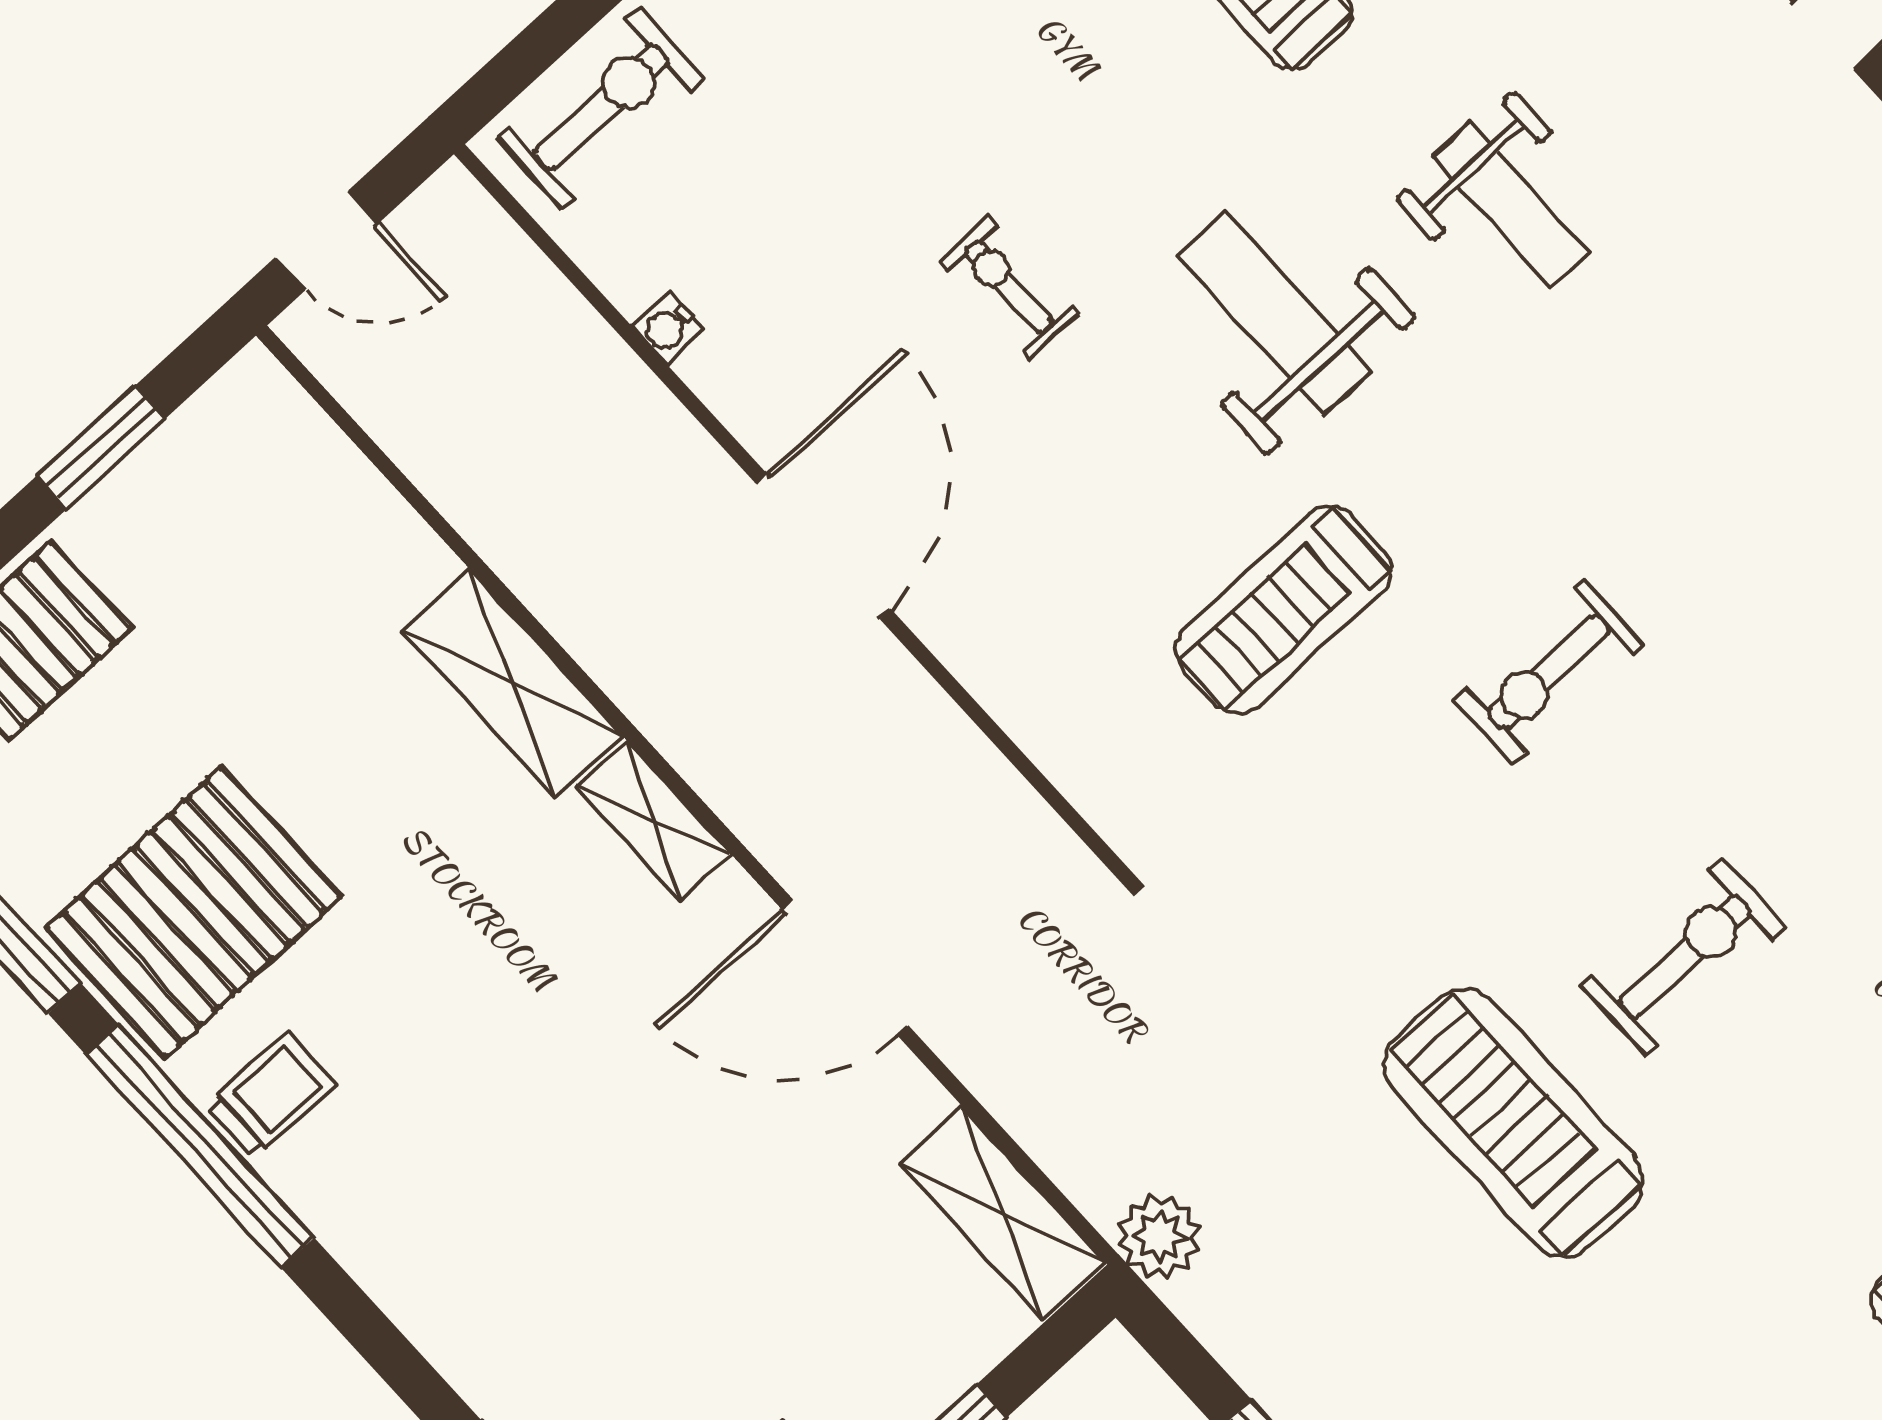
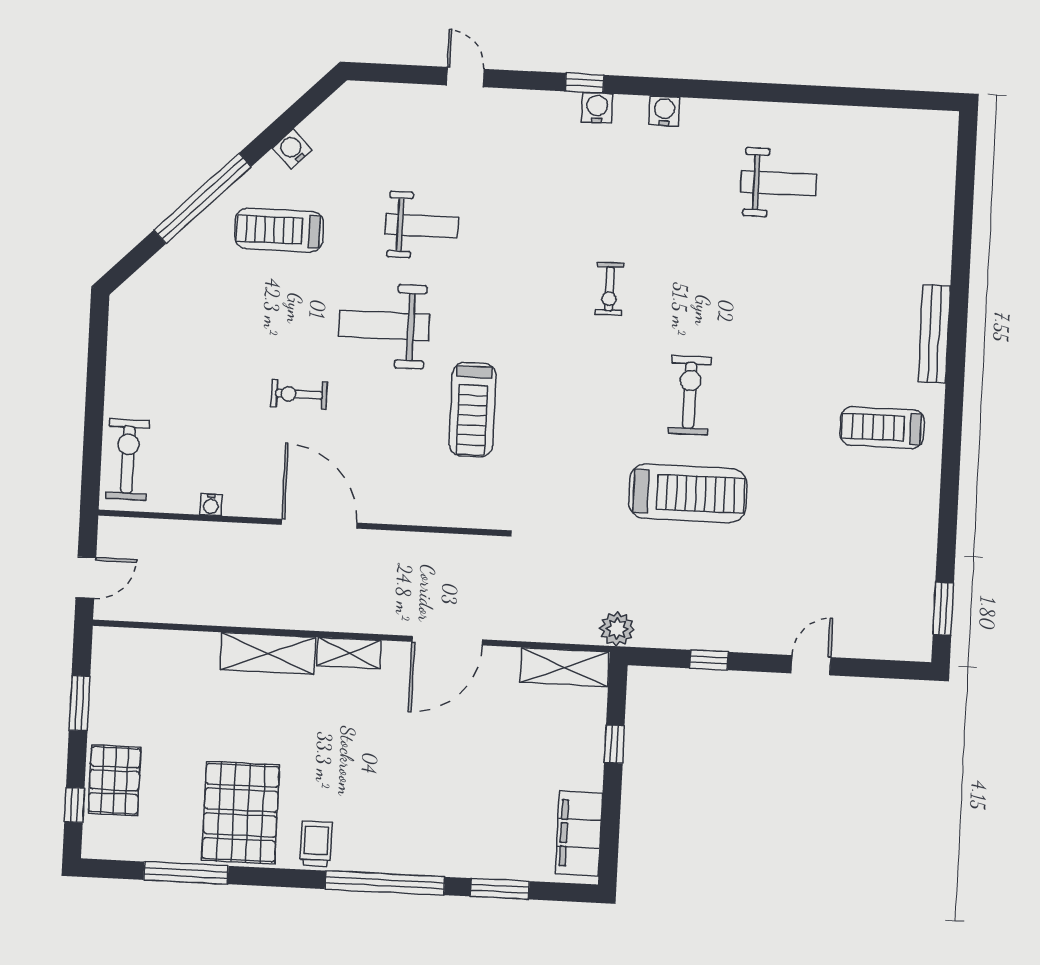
exercise bike: (1549, 672) -> (609, 289), moved, width x0.73, depth x0.72
treadmill: (1513, 1123) -> (688, 493), turned 180
window: (200, 1146) -> (385, 883), moved

